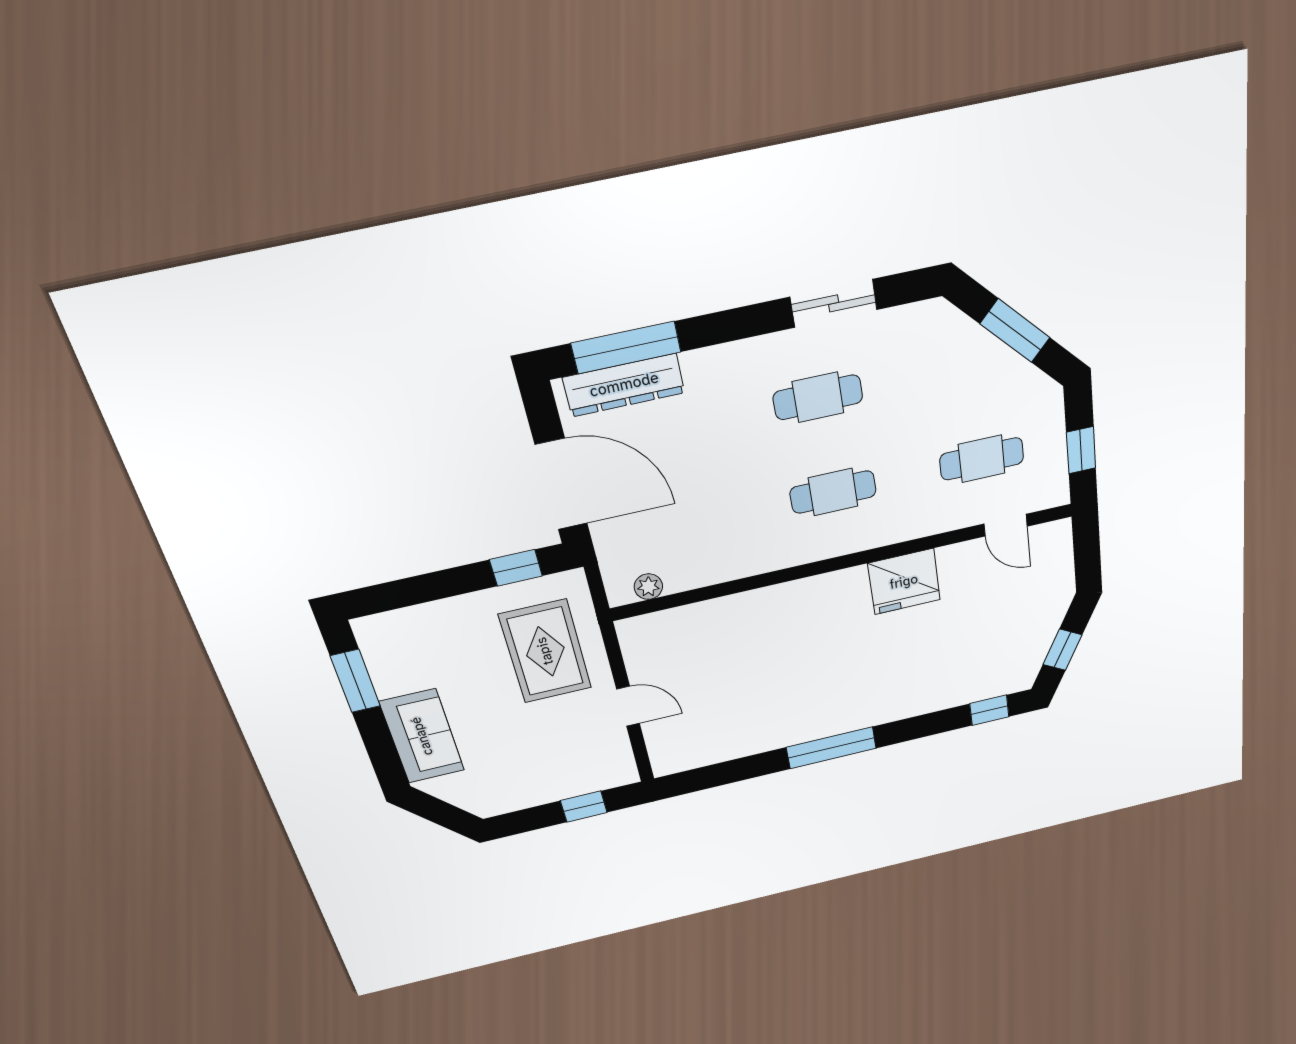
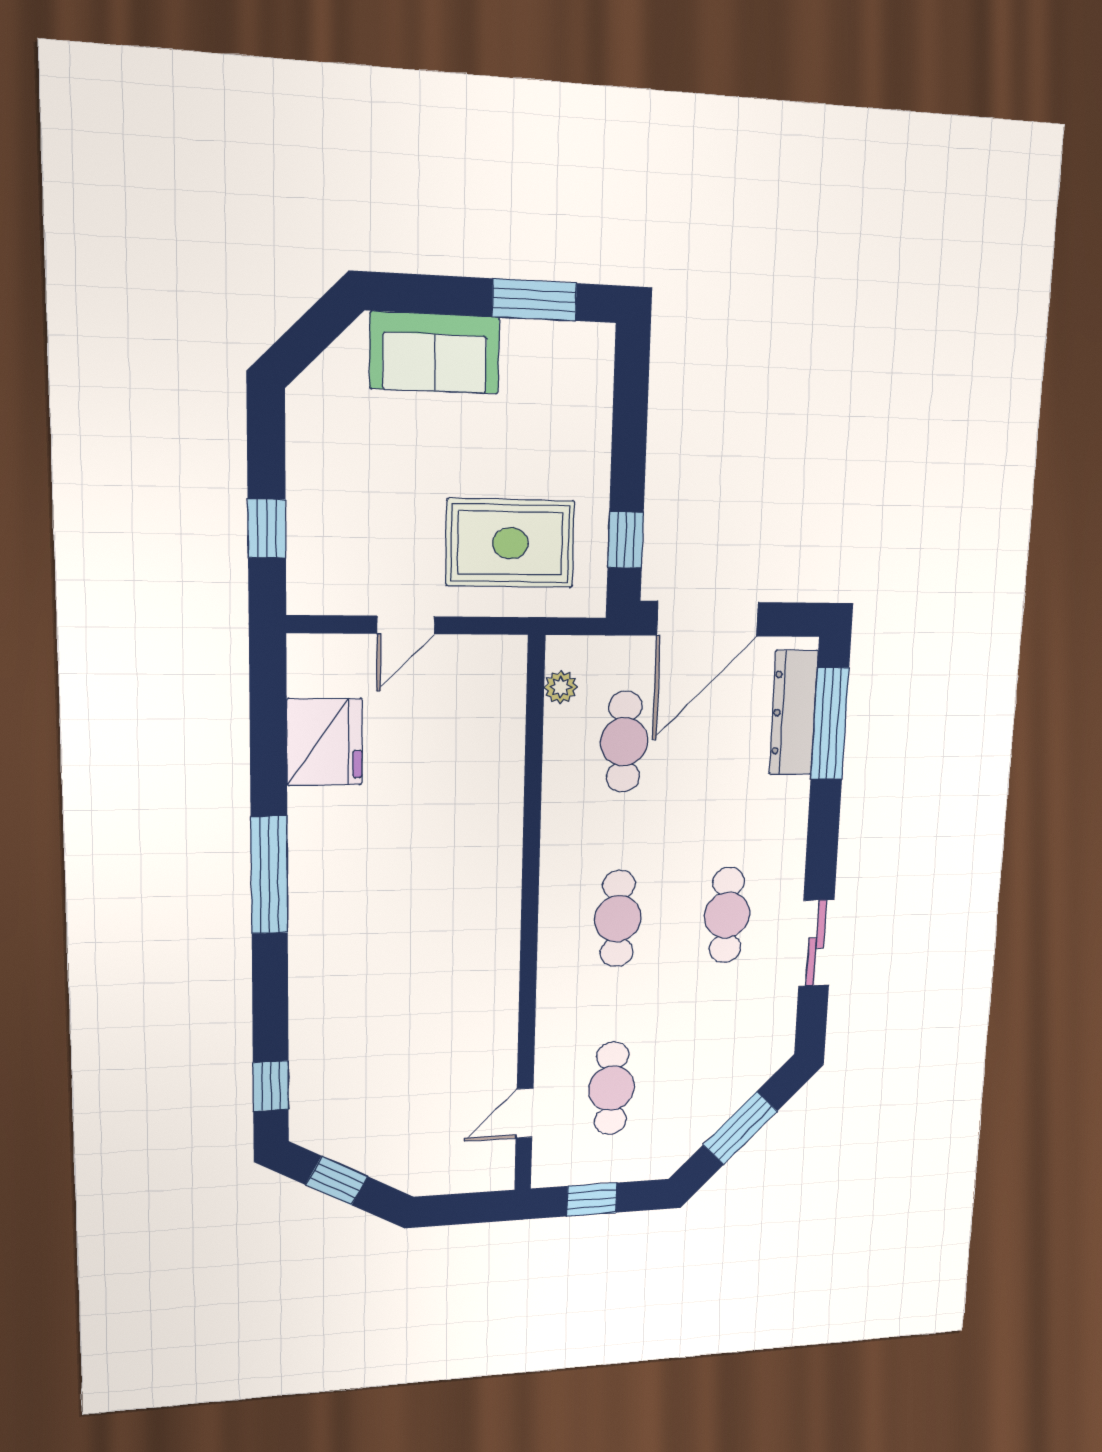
cafe table: (682, 526) -> (624, 742), added
fridge: (904, 582) -> (325, 742), moved, turned 180

